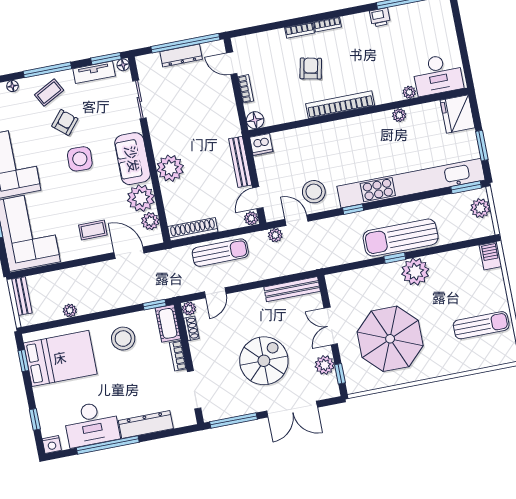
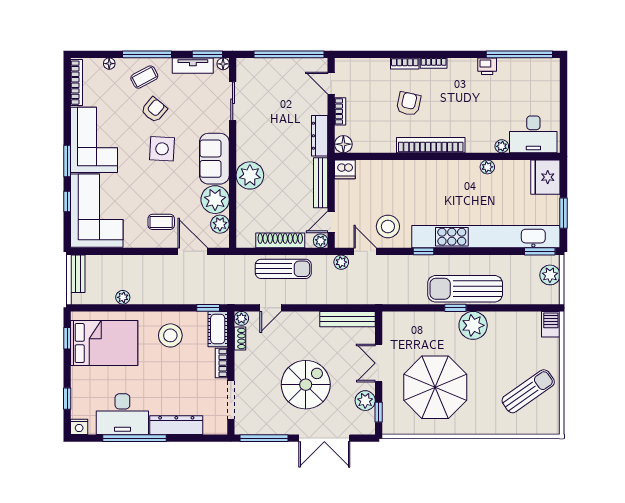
dresser: (181, 56) -> (320, 136), moved, turned 90
shoe rack: (193, 229) -> (280, 240), moved
sun lounger: (481, 325) -> (528, 391), turned -35

